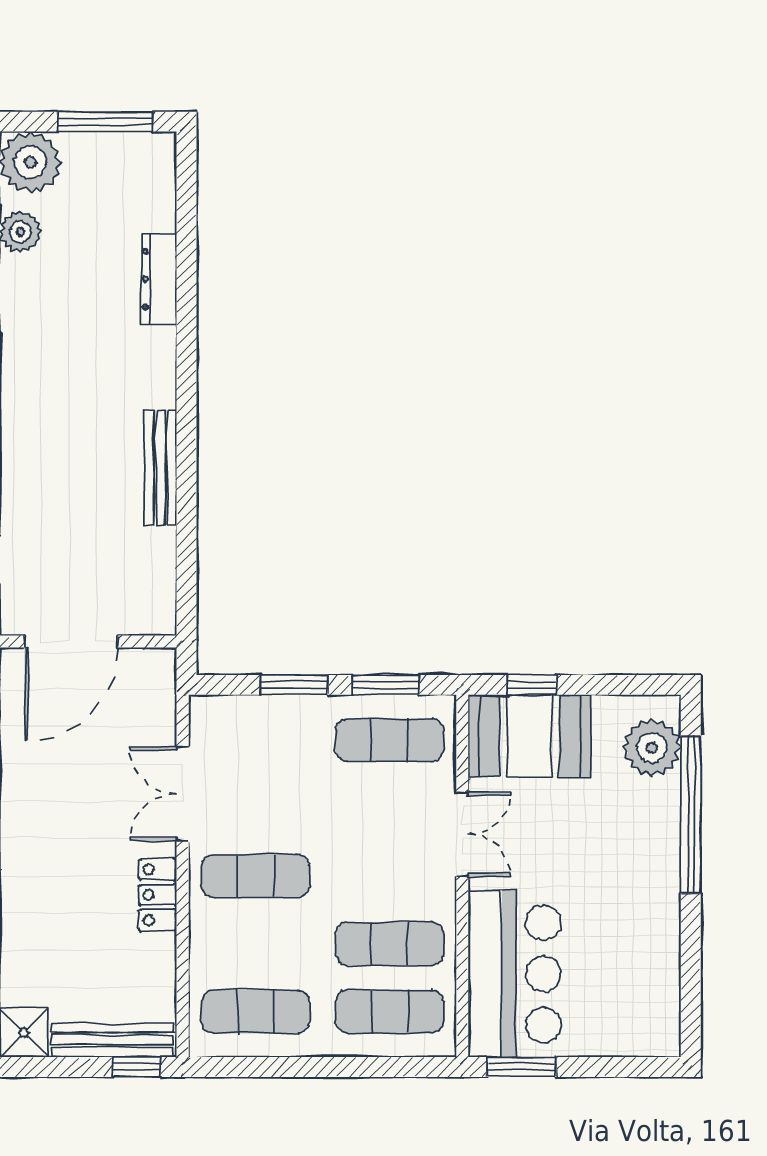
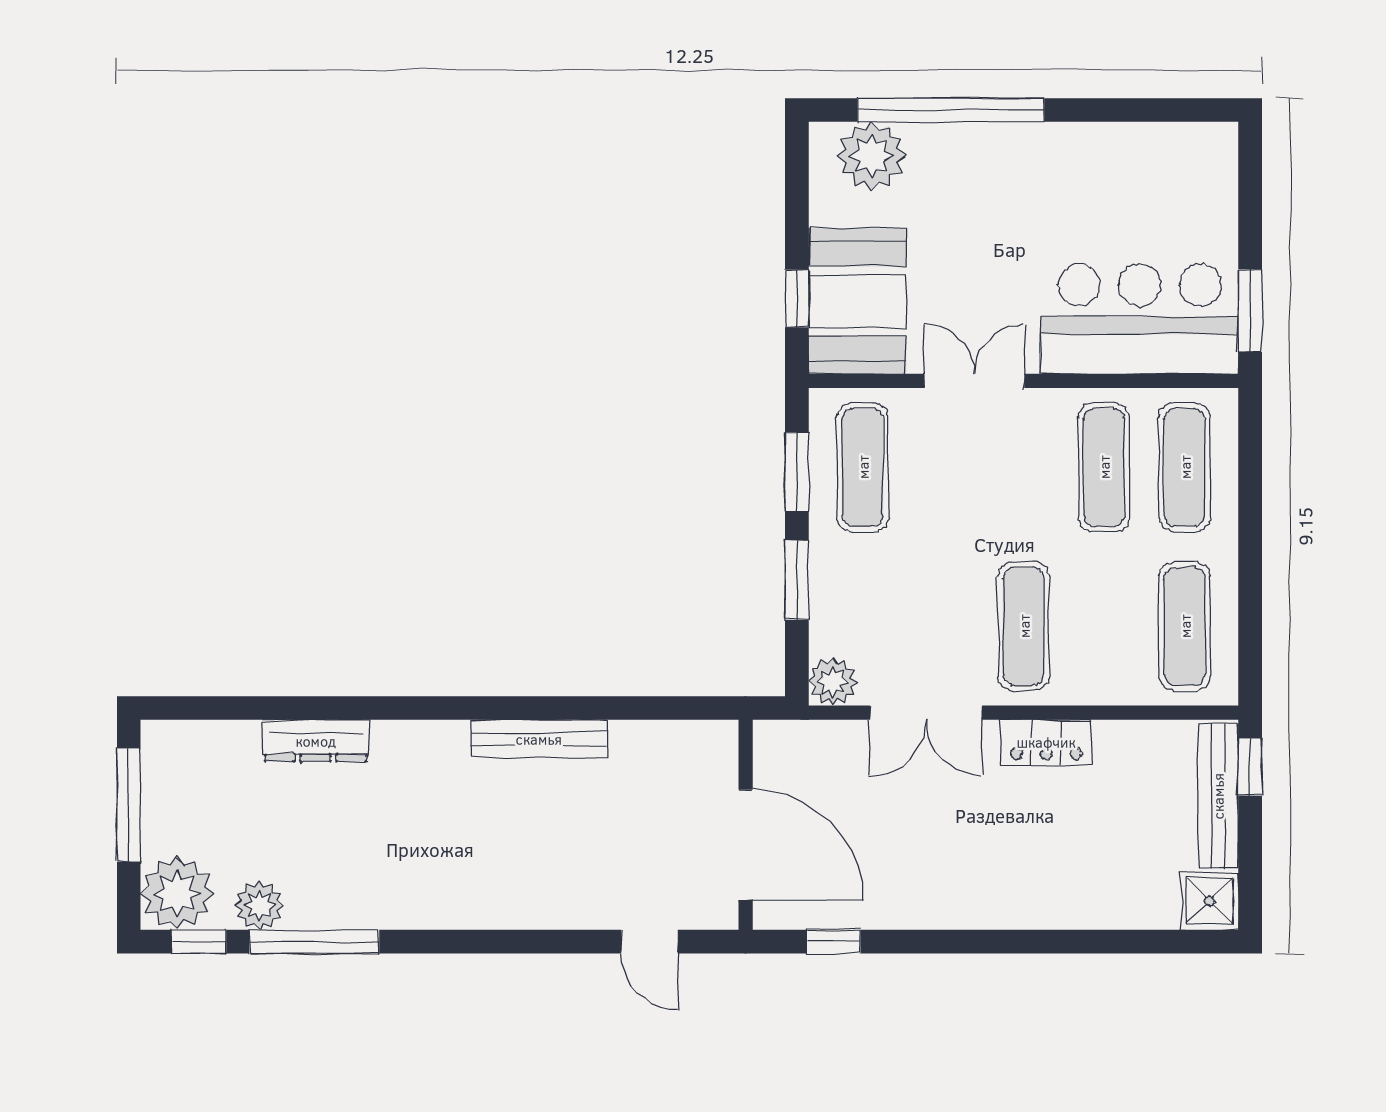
plant: (209, 715) -> (833, 682), added

